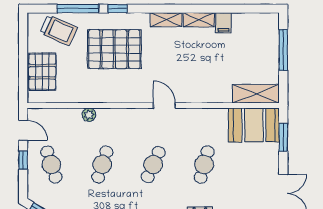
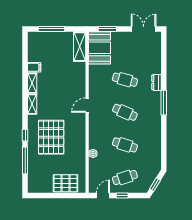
trolley: (59, 30) -> (39, 173), removed

